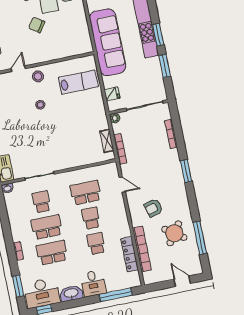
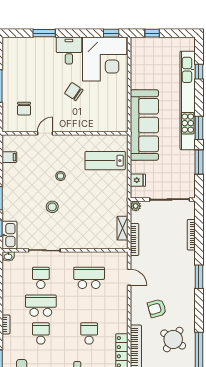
stool: (38, 76) -> (52, 207), moved
lab bench: (78, 82) -> (105, 161), turned 180
school desk: (91, 218) -> (89, 306), removed
school desk: (52, 253) -> (41, 333), width x0.54

